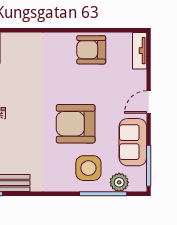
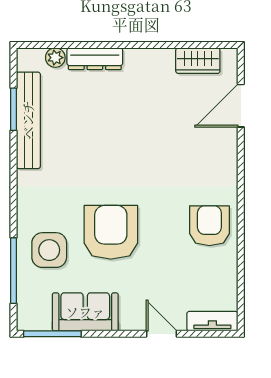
armchair: (91, 50) -> (209, 226), moved
door: (149, 102) -> (161, 334), moved
plant: (119, 182) -> (29, 293), removed

